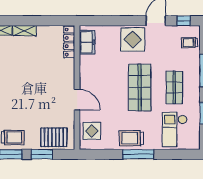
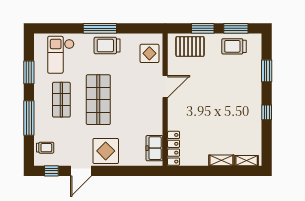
door: (77, 100) -> (165, 87), swing flipped
checkout: (175, 130) -> (61, 55), turned 180
trolley: (131, 138) -> (107, 45), turned 180

